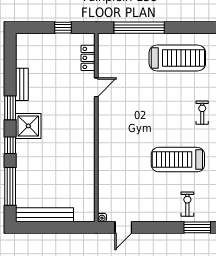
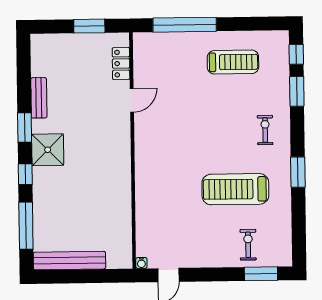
window: (63, 28) -> (89, 26), width x1.50
treadmill: (177, 58) -> (233, 62), width x0.73, depth x0.73

